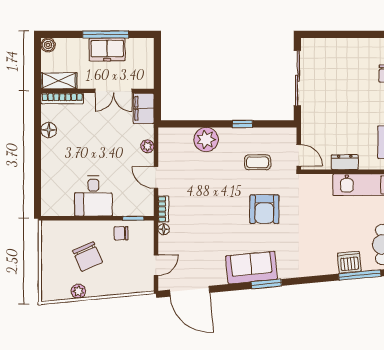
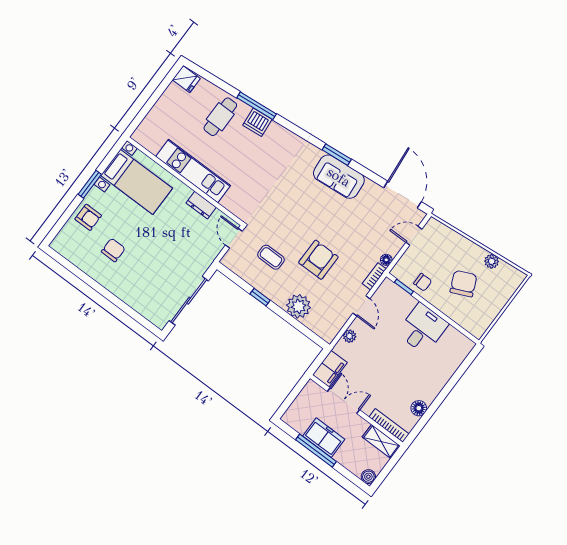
armchair: (264, 209) -> (318, 260), moved

